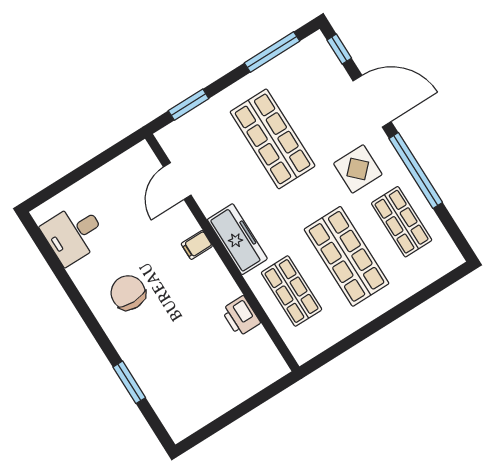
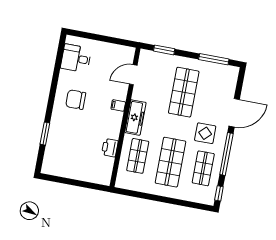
window: (339, 49) -> (219, 193), moved
door: (372, 101) -> (234, 113), hinge flipped
chair: (128, 293) -> (76, 100), turned -90

